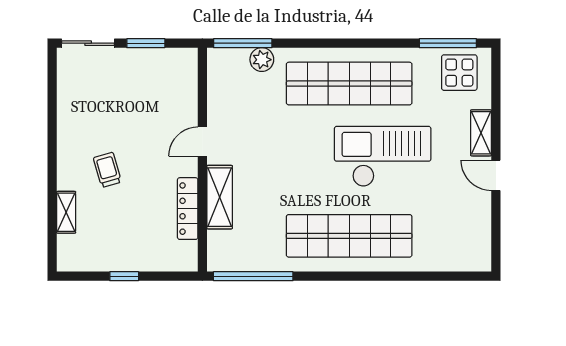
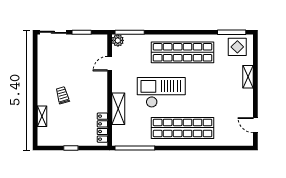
plant: (262, 60) -> (118, 40), moved
door: (202, 142) -> (110, 64), moved
checkout: (383, 156) -> (161, 92), moved
door: (496, 175) -> (255, 125), moved
locker: (188, 209) -> (102, 128), moved

